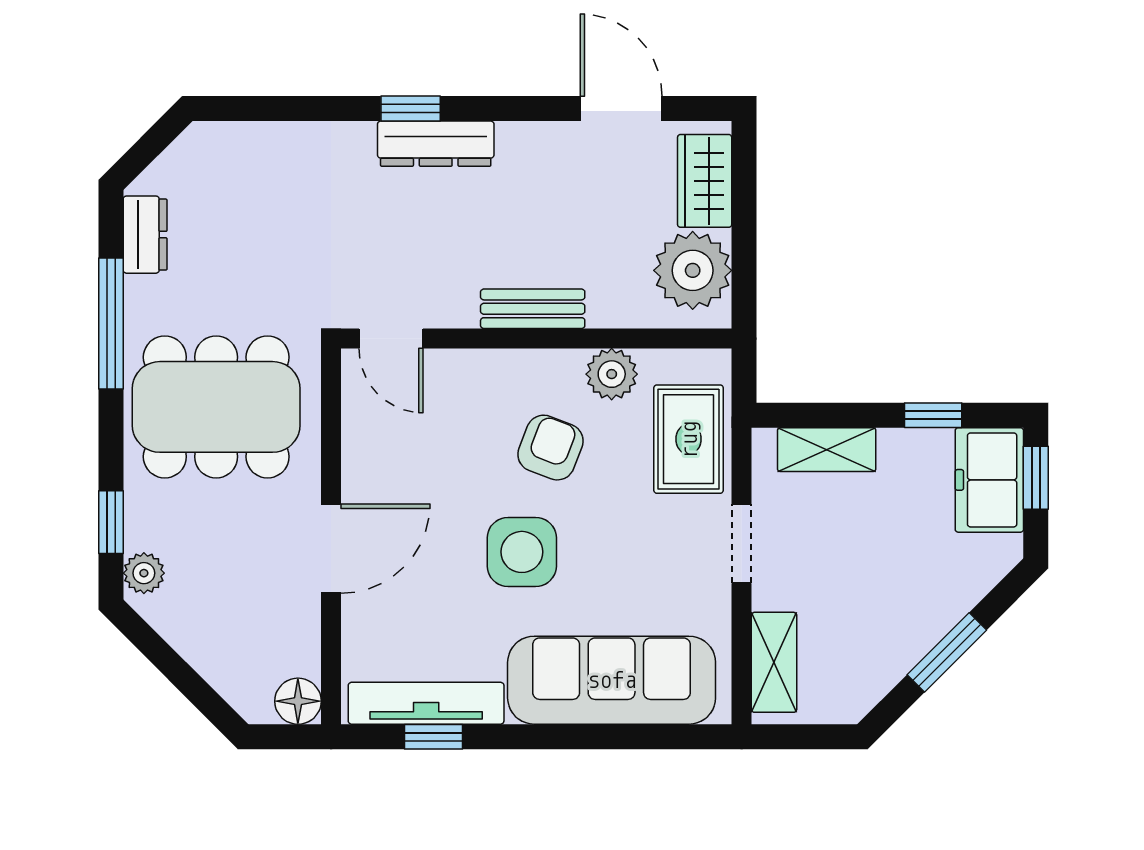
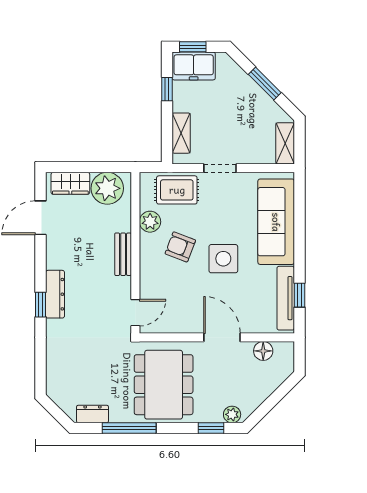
shelving: (774, 662) -> (285, 143), moved, turned 90
floor lamp: (298, 701) -> (263, 351), moved

